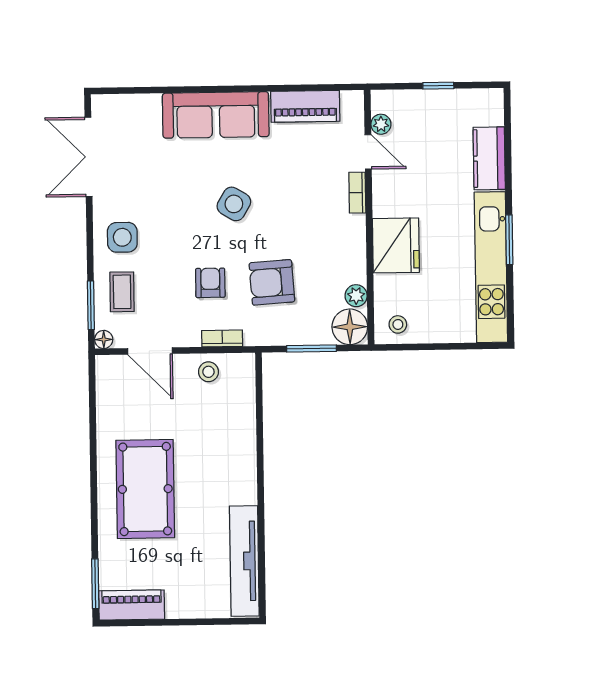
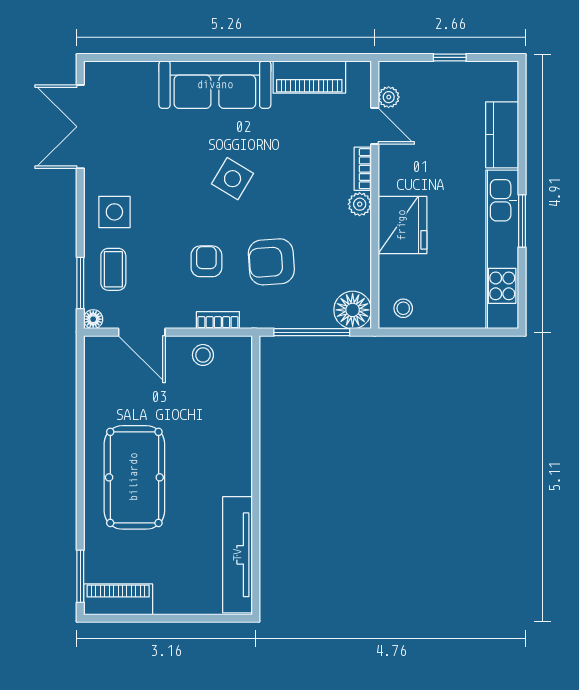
plant: (356, 296) -> (360, 204), moved
window: (311, 348) -> (312, 332), width x1.44

